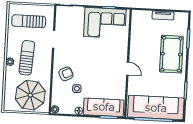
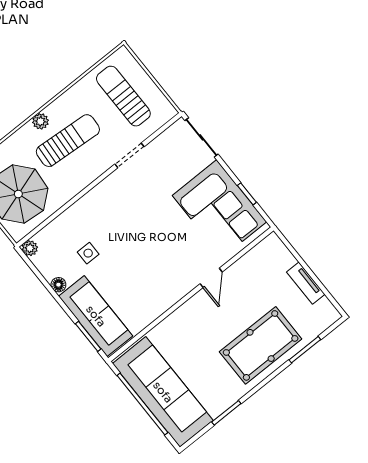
door: (128, 69) -> (211, 278), moved
armchair: (66, 74) -> (95, 218), removed

